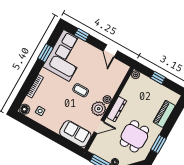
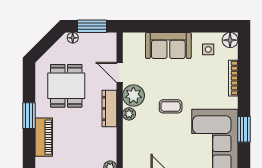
door: (99, 127) -> (120, 72), hinge flipped
sofa: (75, 134) -> (168, 45), moved
window: (158, 144) -> (29, 116), moved

